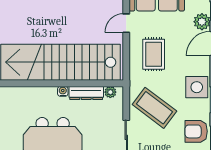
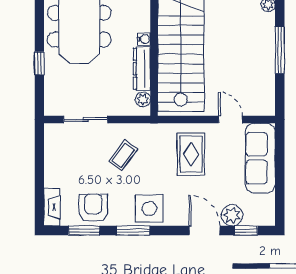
rug: (154, 54) -> (191, 154), turned 90
coffee table: (154, 108) -> (123, 155), width x0.54, depth x0.58

